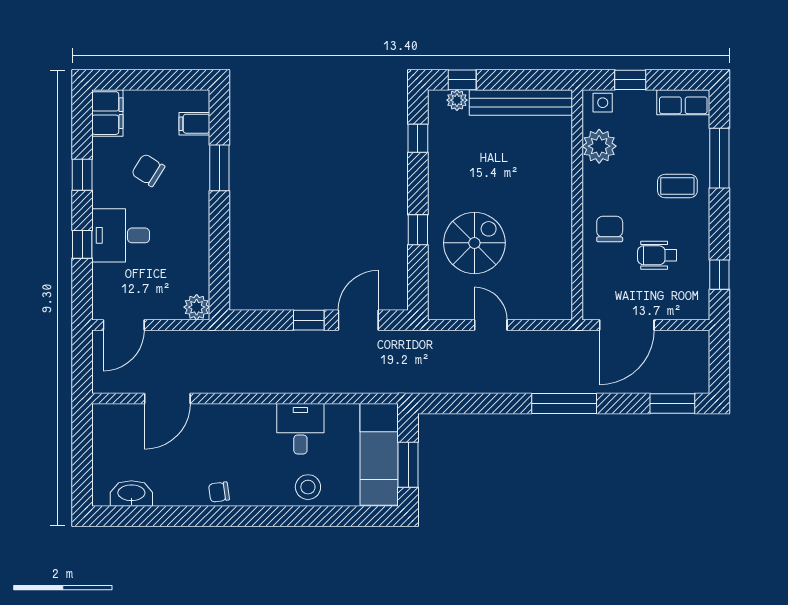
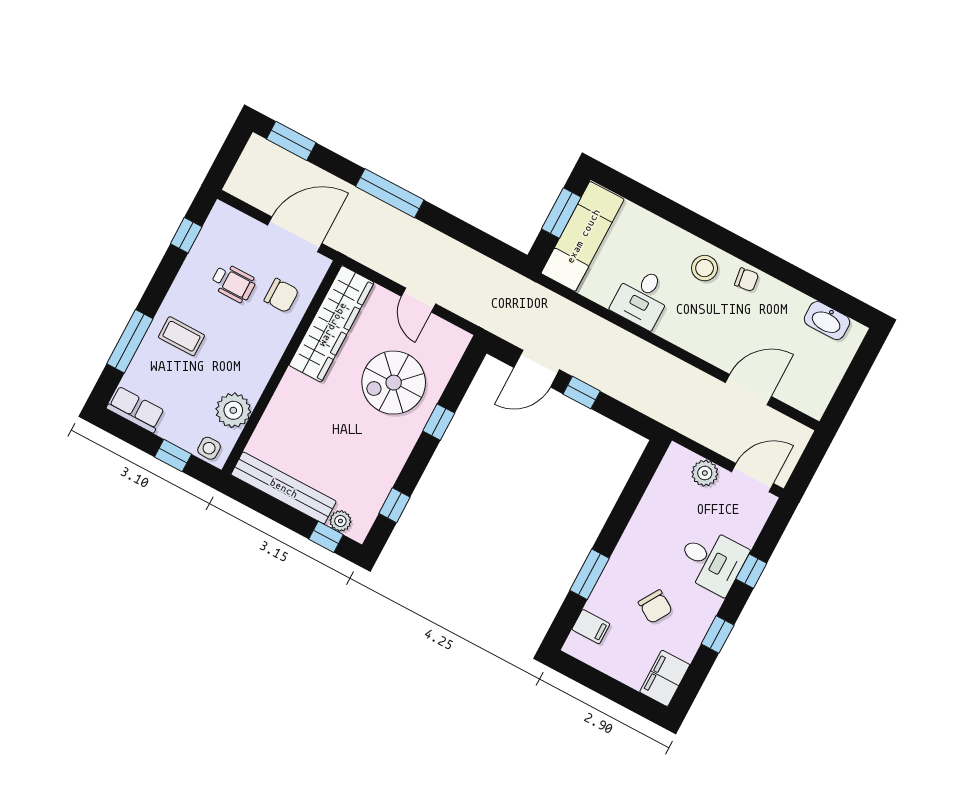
chair: (610, 229) -> (281, 295), moved, turned -90
wardrobe: (554, 265) -> (332, 324), added
plant: (197, 307) -> (705, 473), moved
stool: (308, 487) -> (705, 268), moved

